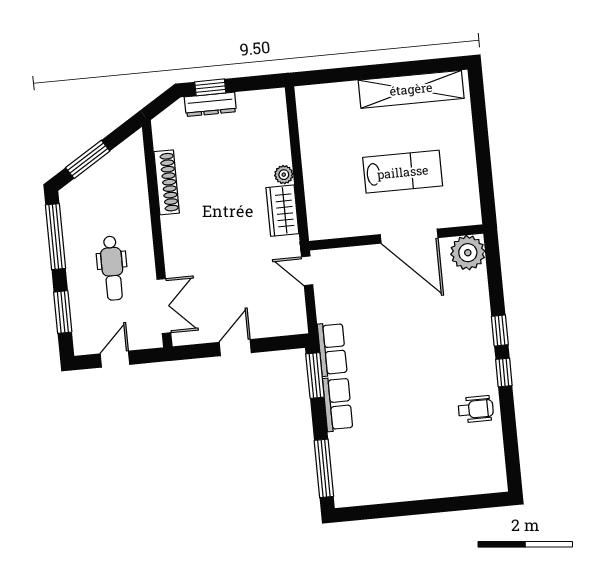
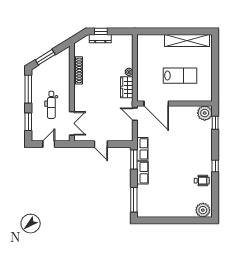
door: (409, 236) -> (156, 104), moved
window: (500, 330) -> (215, 123), moved
door: (235, 348) -> (101, 144), swing flipped
plant: (485, 477) -> (203, 210), added

